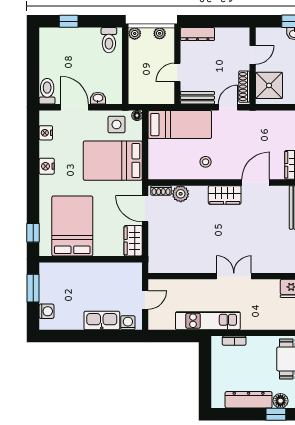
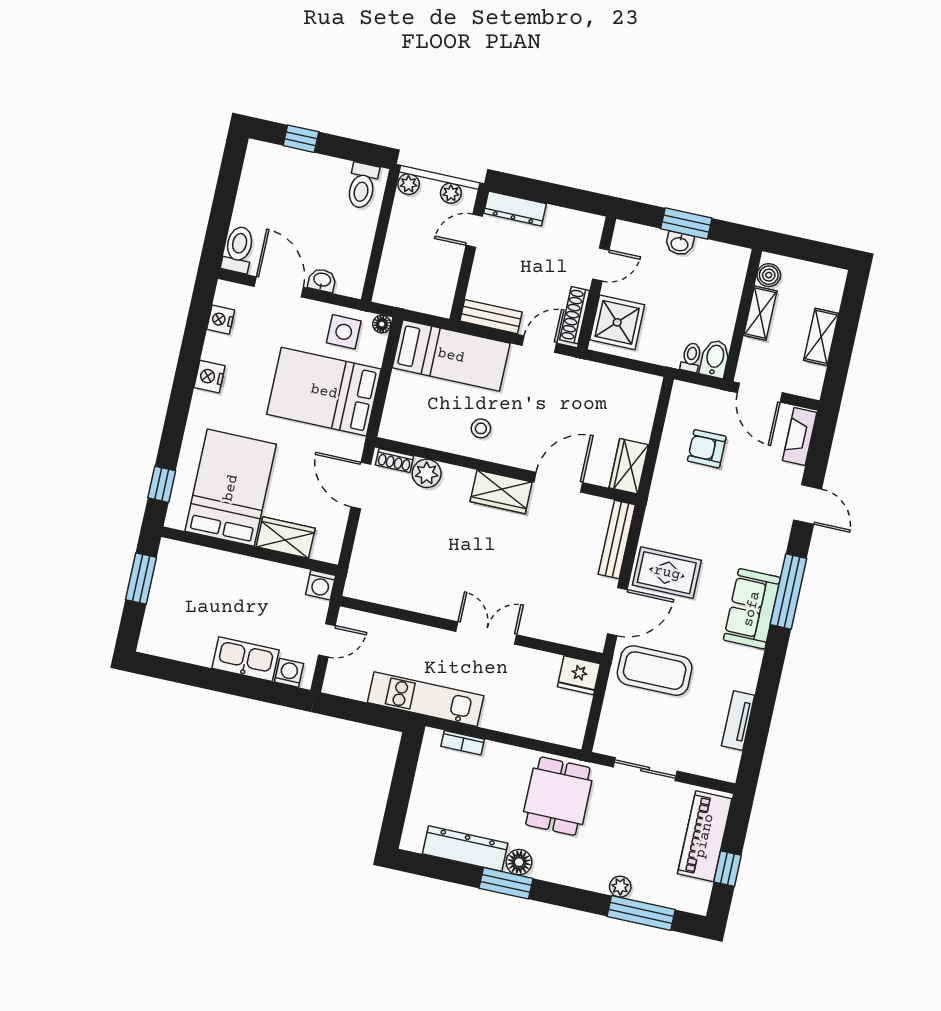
door: (177, 72) -> (474, 231), moved
wardrobe: (133, 241) -> (286, 537), moved, turned 90
washing machine: (47, 311) -> (321, 585), moved, turned 90
window: (276, 414) -> (506, 883), width x1.50

